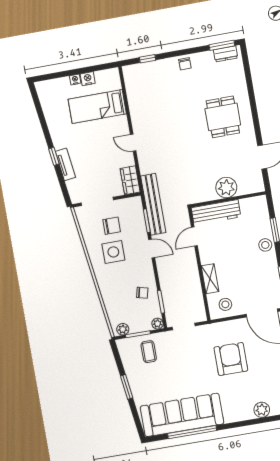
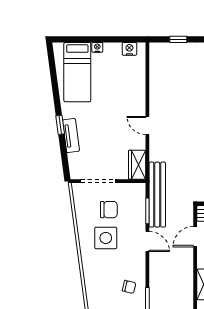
nightstand: (88, 79) -> (129, 49), moved
bed: (97, 107) -> (77, 72), moved, turned -90

